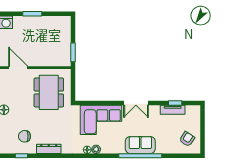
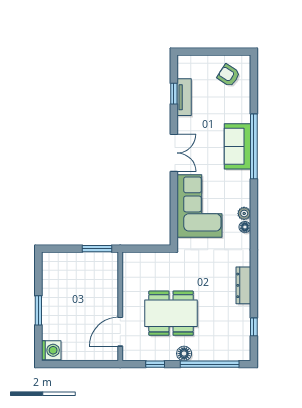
dining table: (49, 92) -> (171, 313), moved
chair: (24, 136) -> (224, 322), removed

